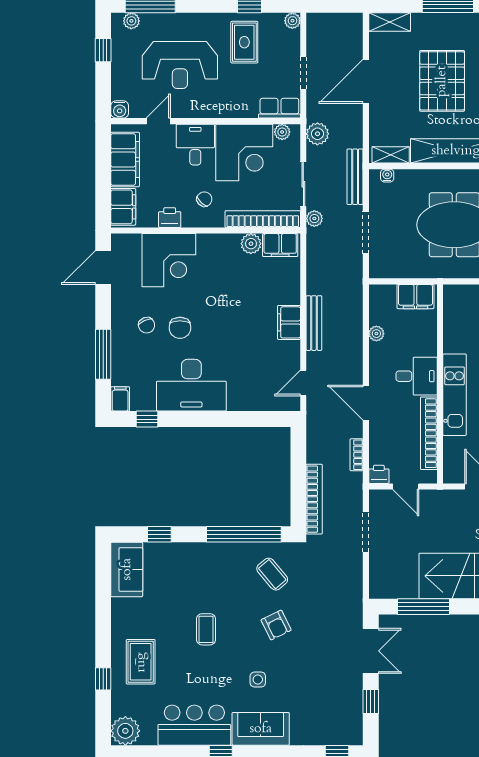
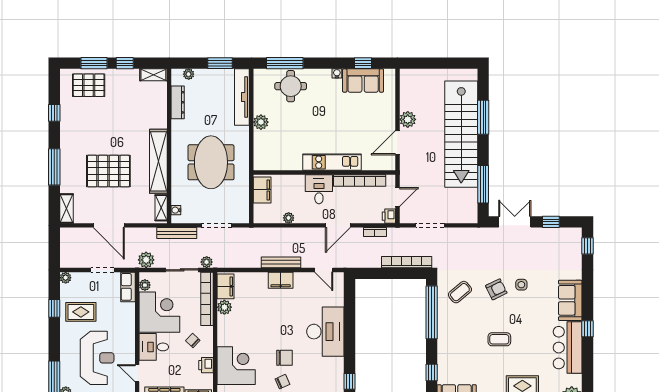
desk: (191, 385) -> (325, 332), moved
side table: (258, 680) -> (521, 285), moved

